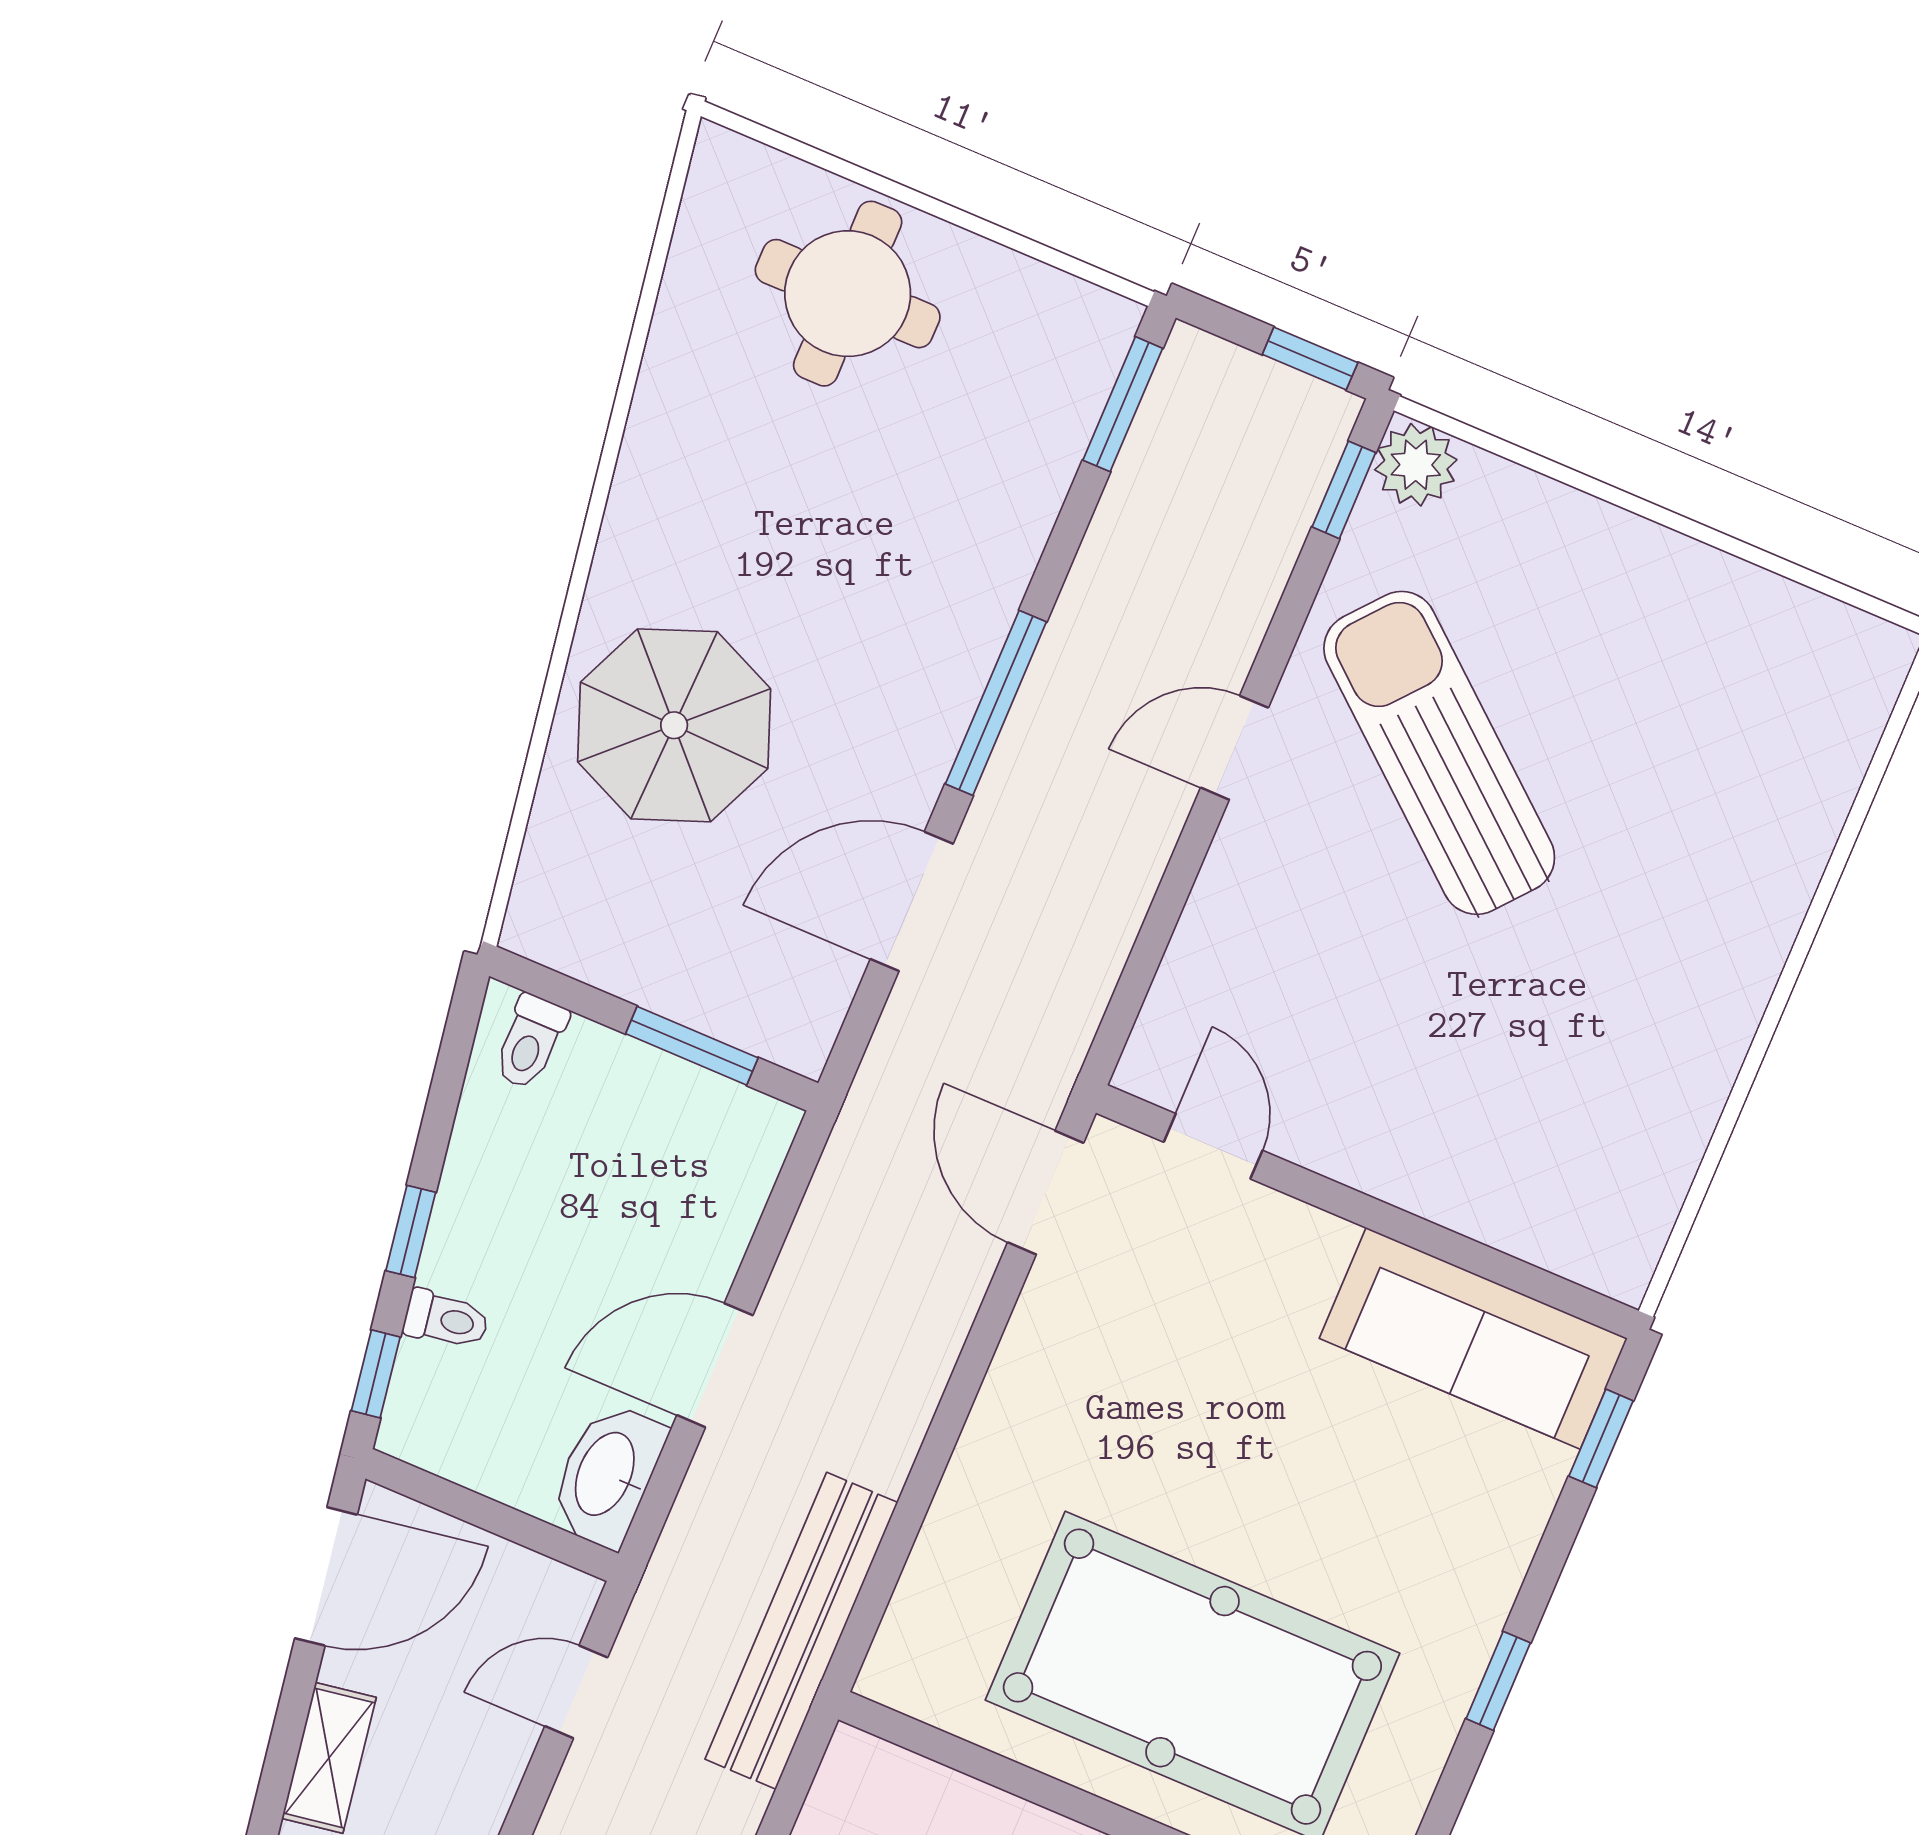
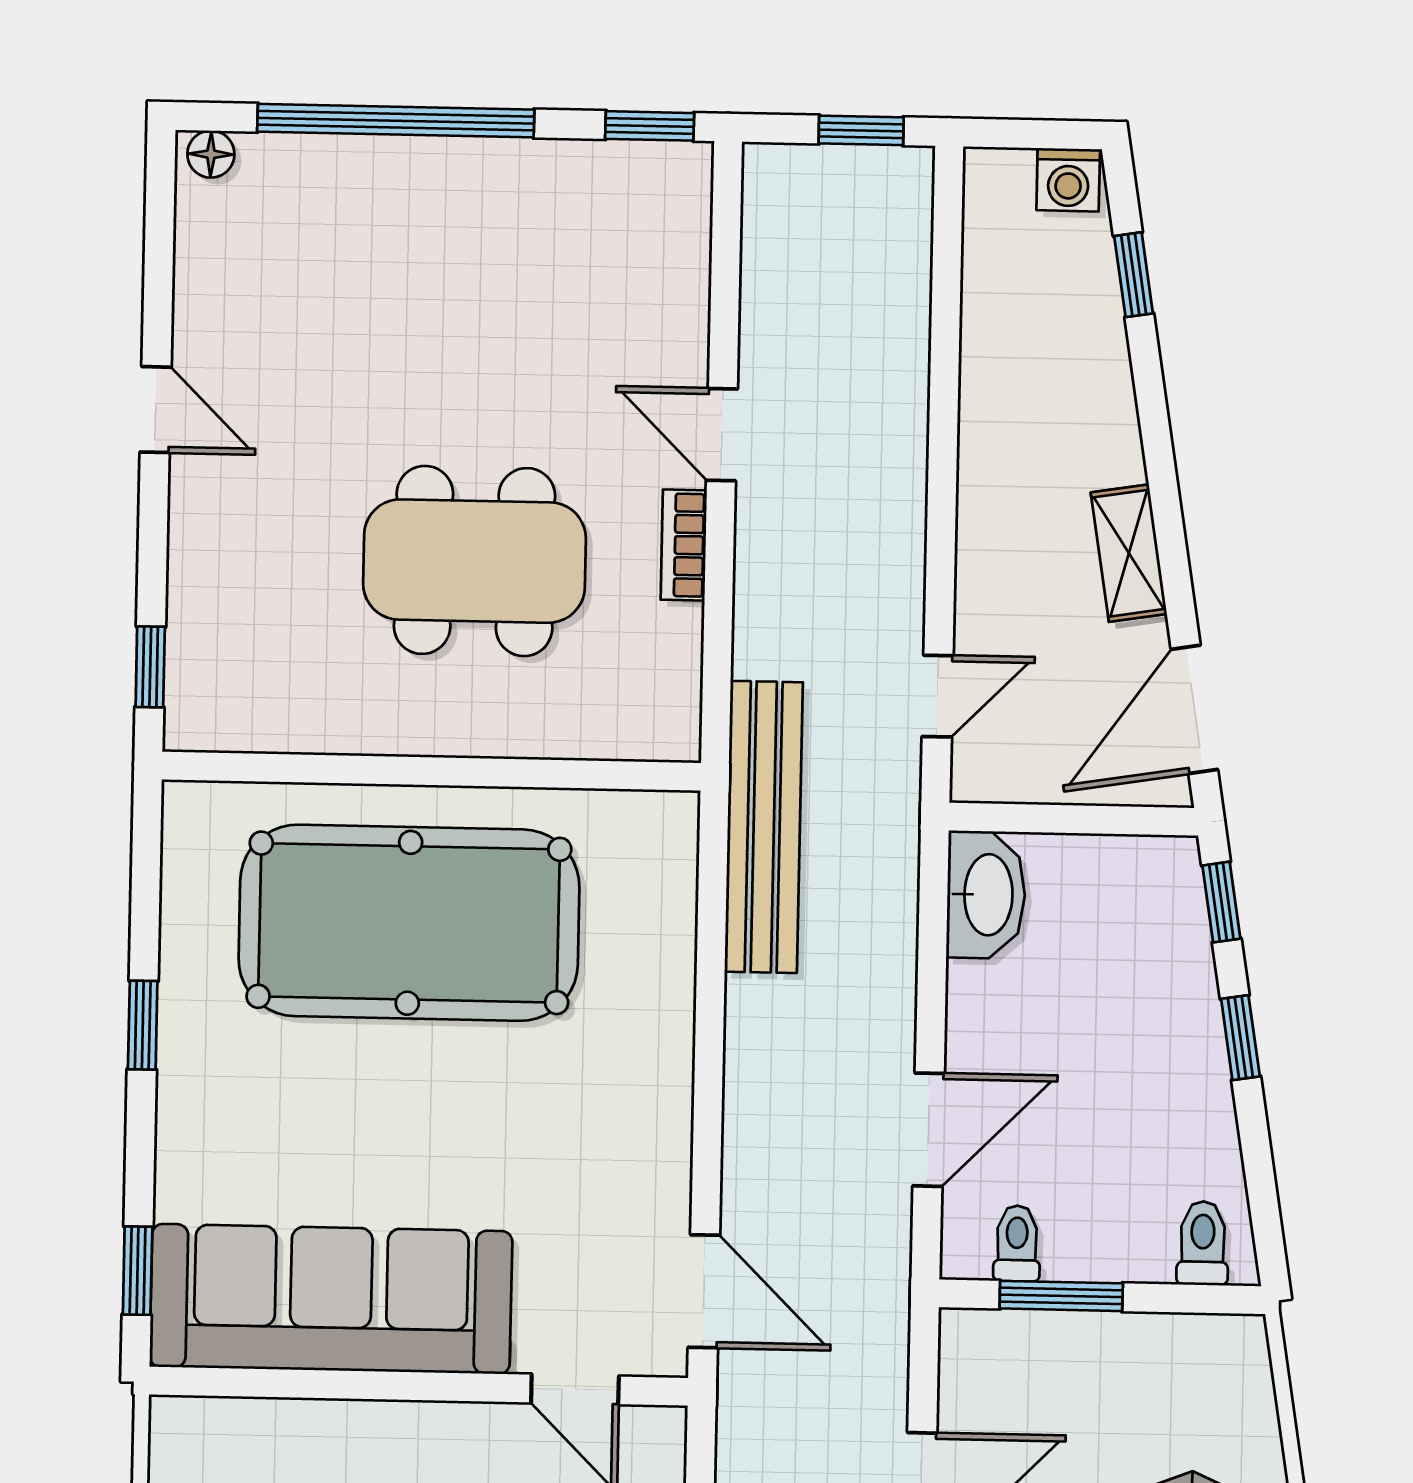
toilet: (446, 1319) -> (1017, 1243), moved, turned 99
sofa: (1473, 1338) -> (331, 1299), width x1.36, depth x1.27
door: (715, 1365) -> (929, 1130), moved

